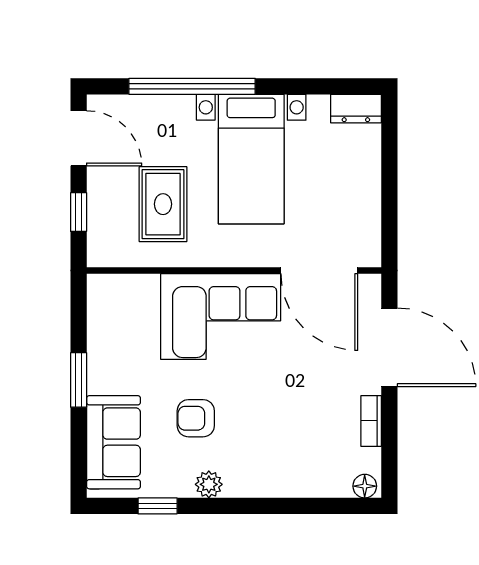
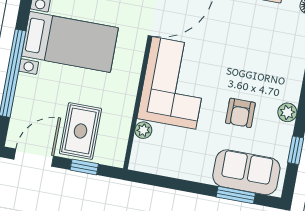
rug: (163, 204) -> (80, 131), moved, turned 90
plant: (146, 286) -> (143, 130), added
window: (79, 380) -> (236, 195), moved

